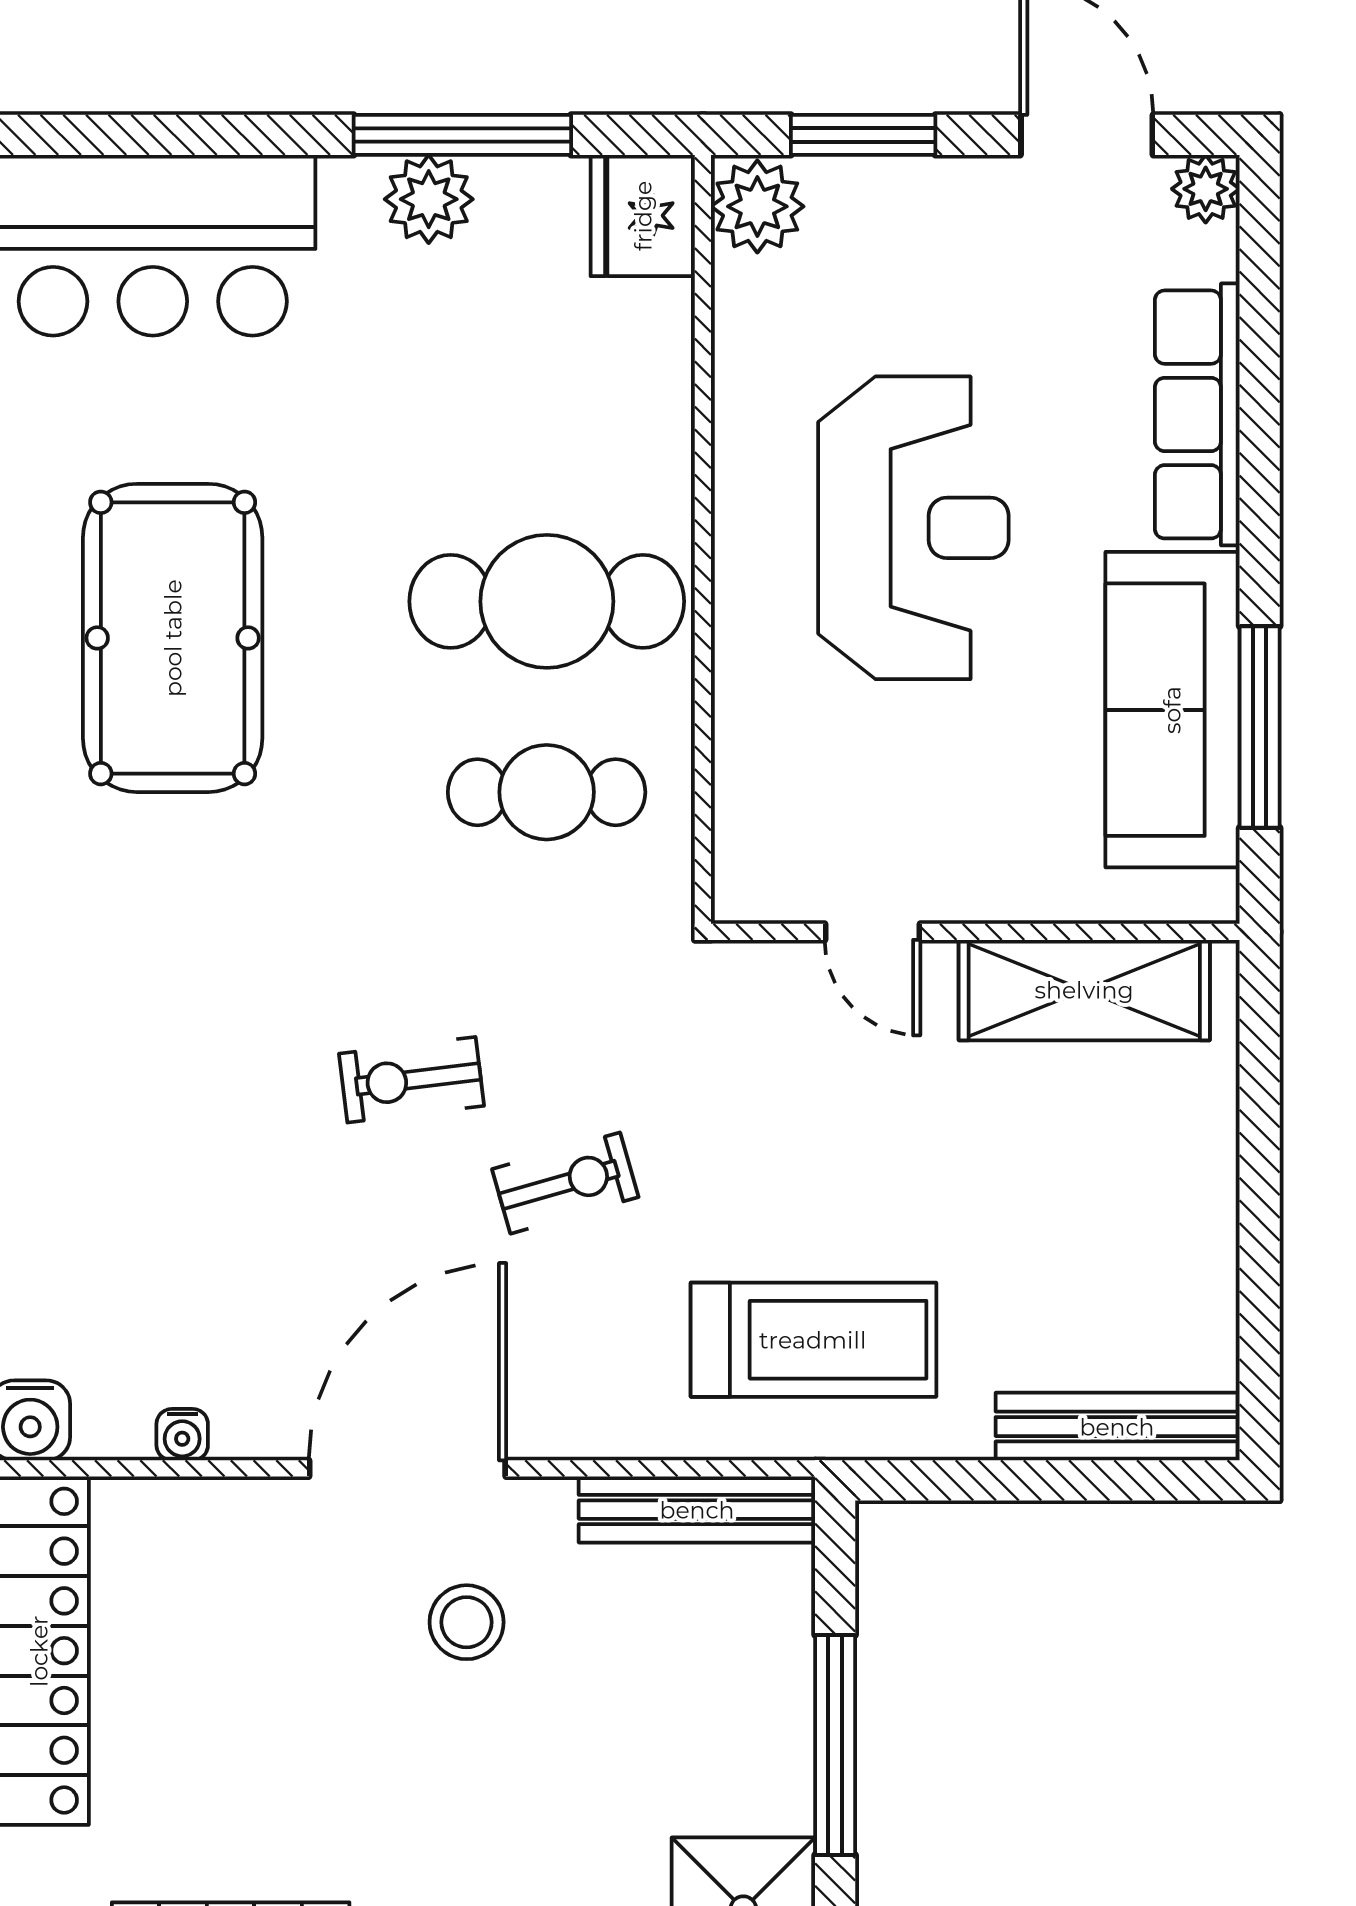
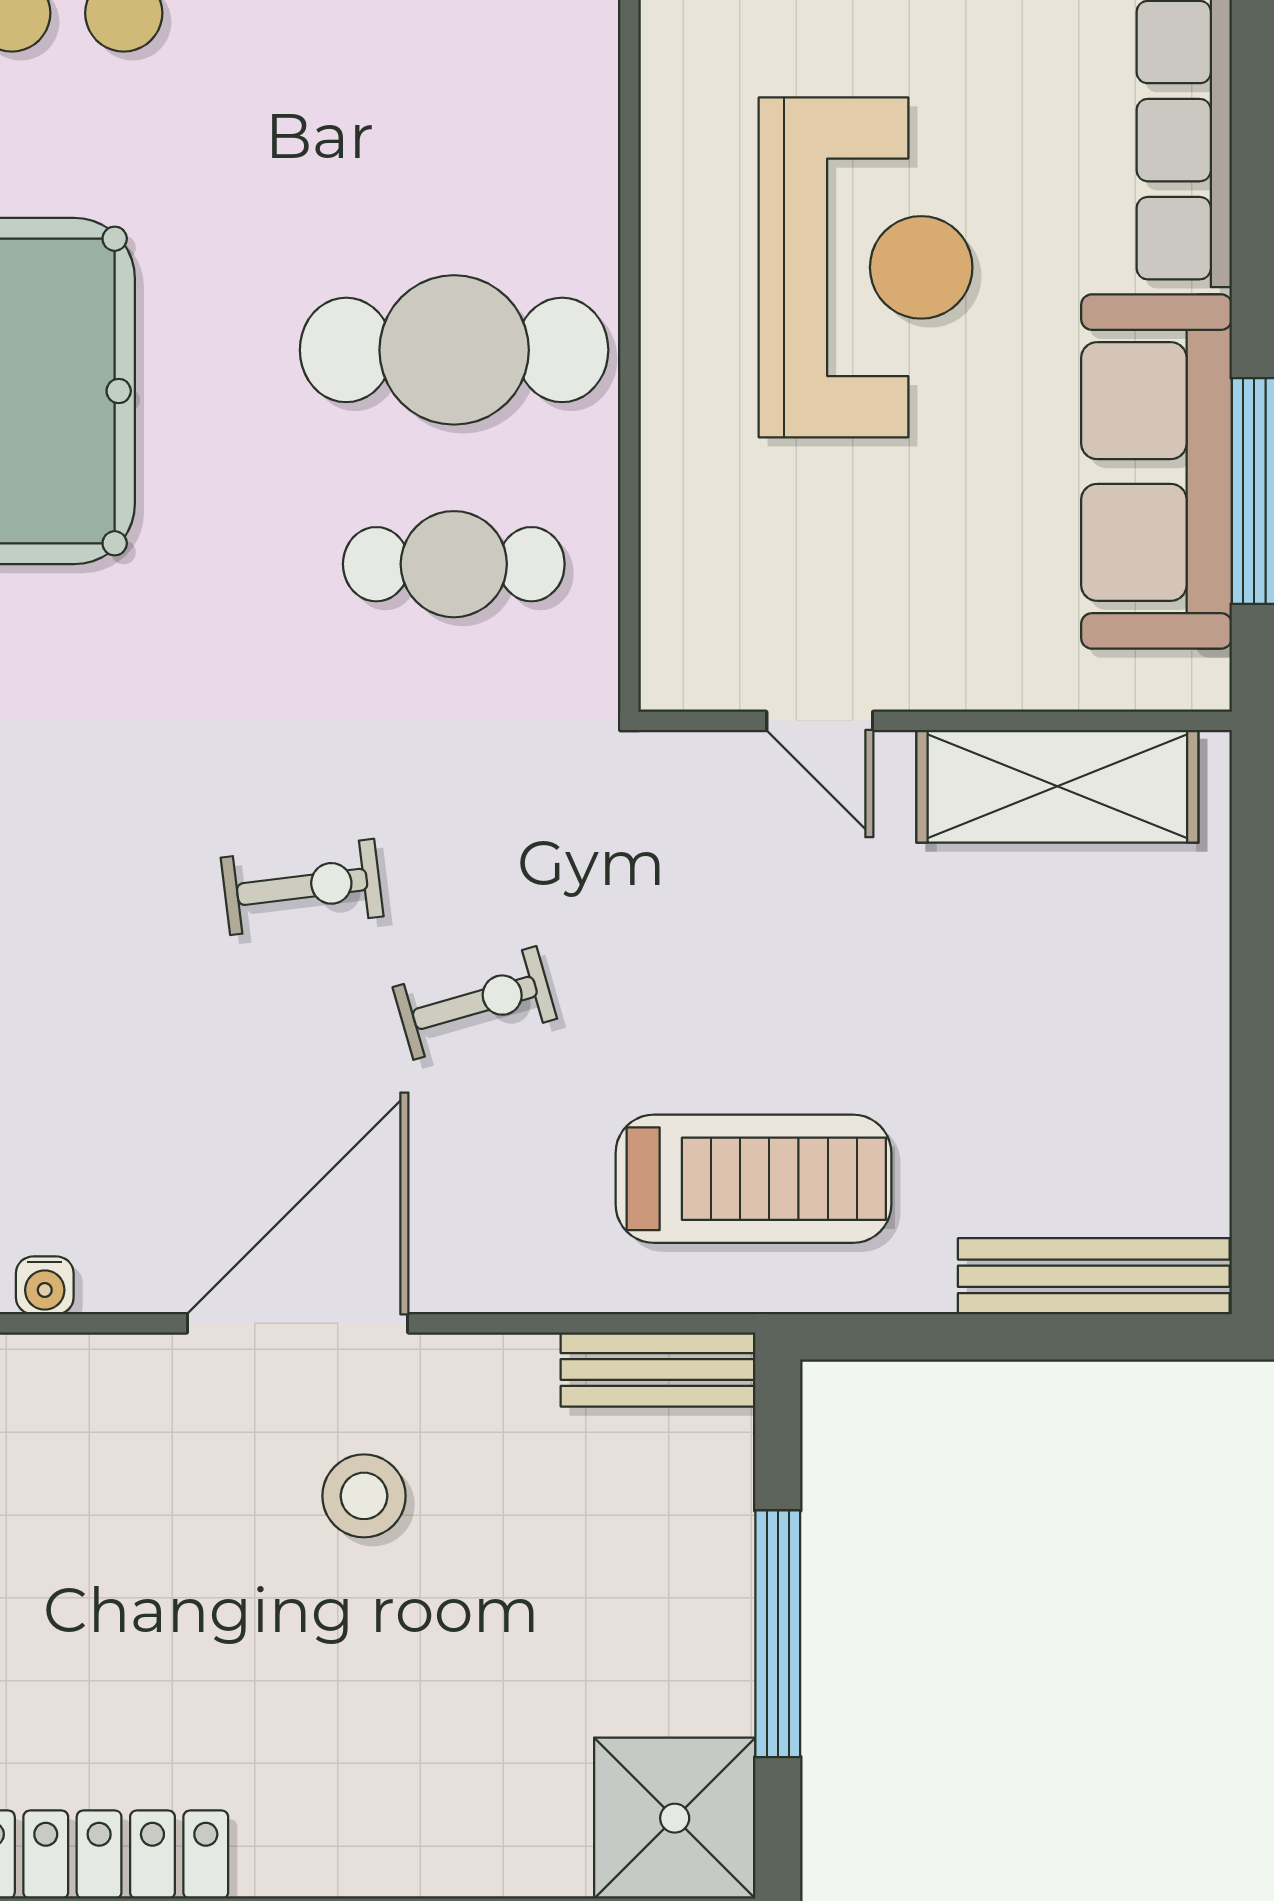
exercise bike: (411, 1080) -> (302, 887), turned 180
bench: (697, 1510) -> (658, 1369), width x0.73

